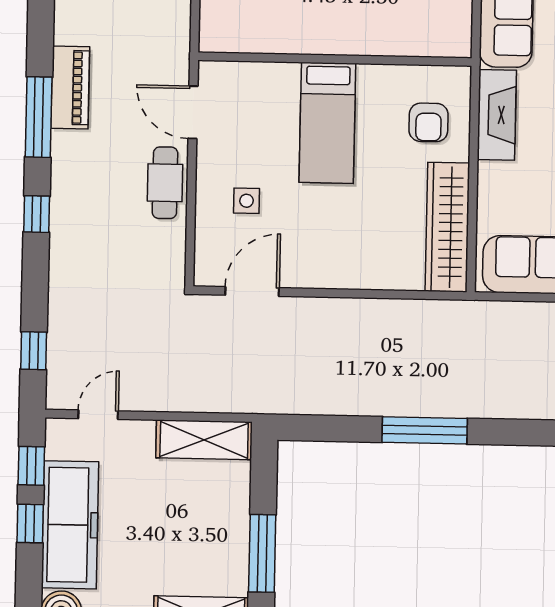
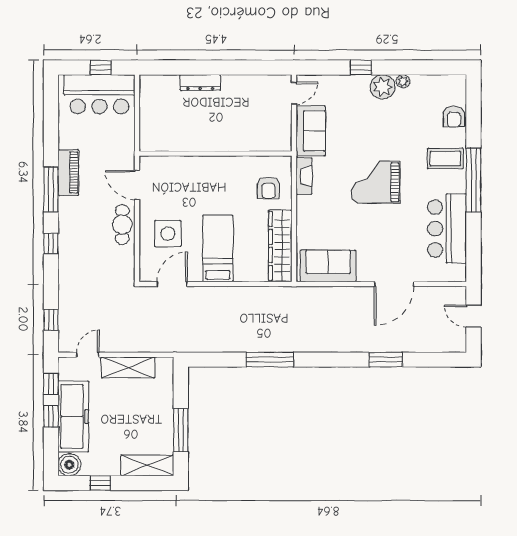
fireplace: (497, 115) -> (304, 176), width x0.73, depth x0.76
bed: (327, 123) -> (218, 248), moved, turned 180
side table: (246, 201) -> (168, 234), width x1.87, depth x1.87
shelving: (204, 440) -> (128, 367), moved

